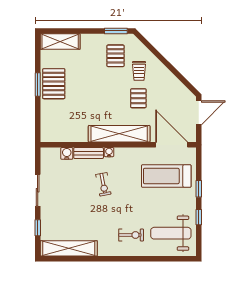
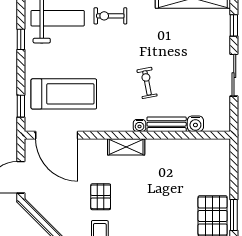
shelving: (119, 134) -> (126, 147), width x0.45, depth x0.75
window: (199, 189) -> (21, 106), moved

